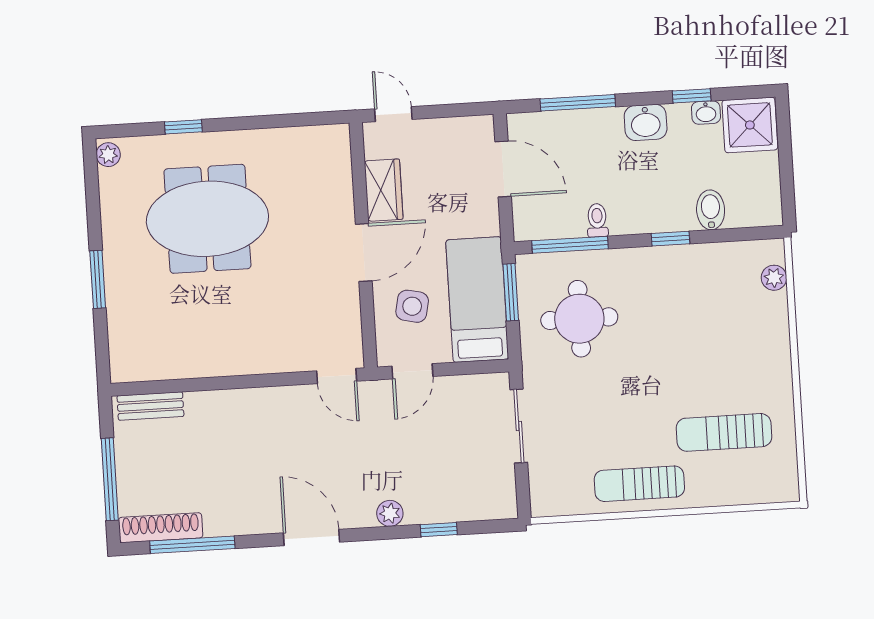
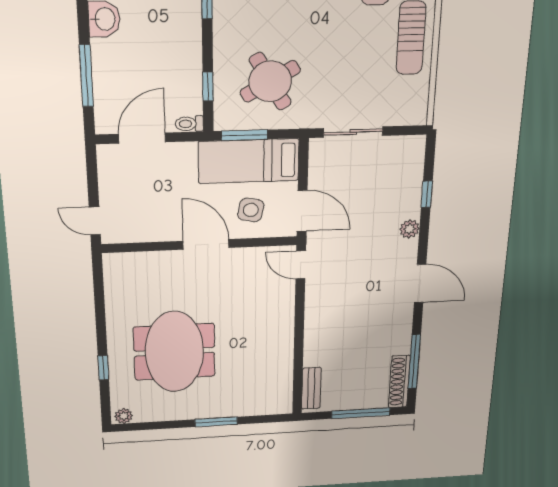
door: (393, 114) -> (95, 221), hinge flipped
wardrobe: (384, 190) -> (157, 229), removed
toilet: (597, 220) -> (189, 124), moved
window: (570, 245) -> (208, 87), width x0.46
round table: (579, 319) -> (270, 81), turned -30
door: (412, 371) -> (302, 211), width x1.38
door: (337, 376) -> (301, 265), swing flipped
door: (312, 537) -> (420, 283), swing flipped

